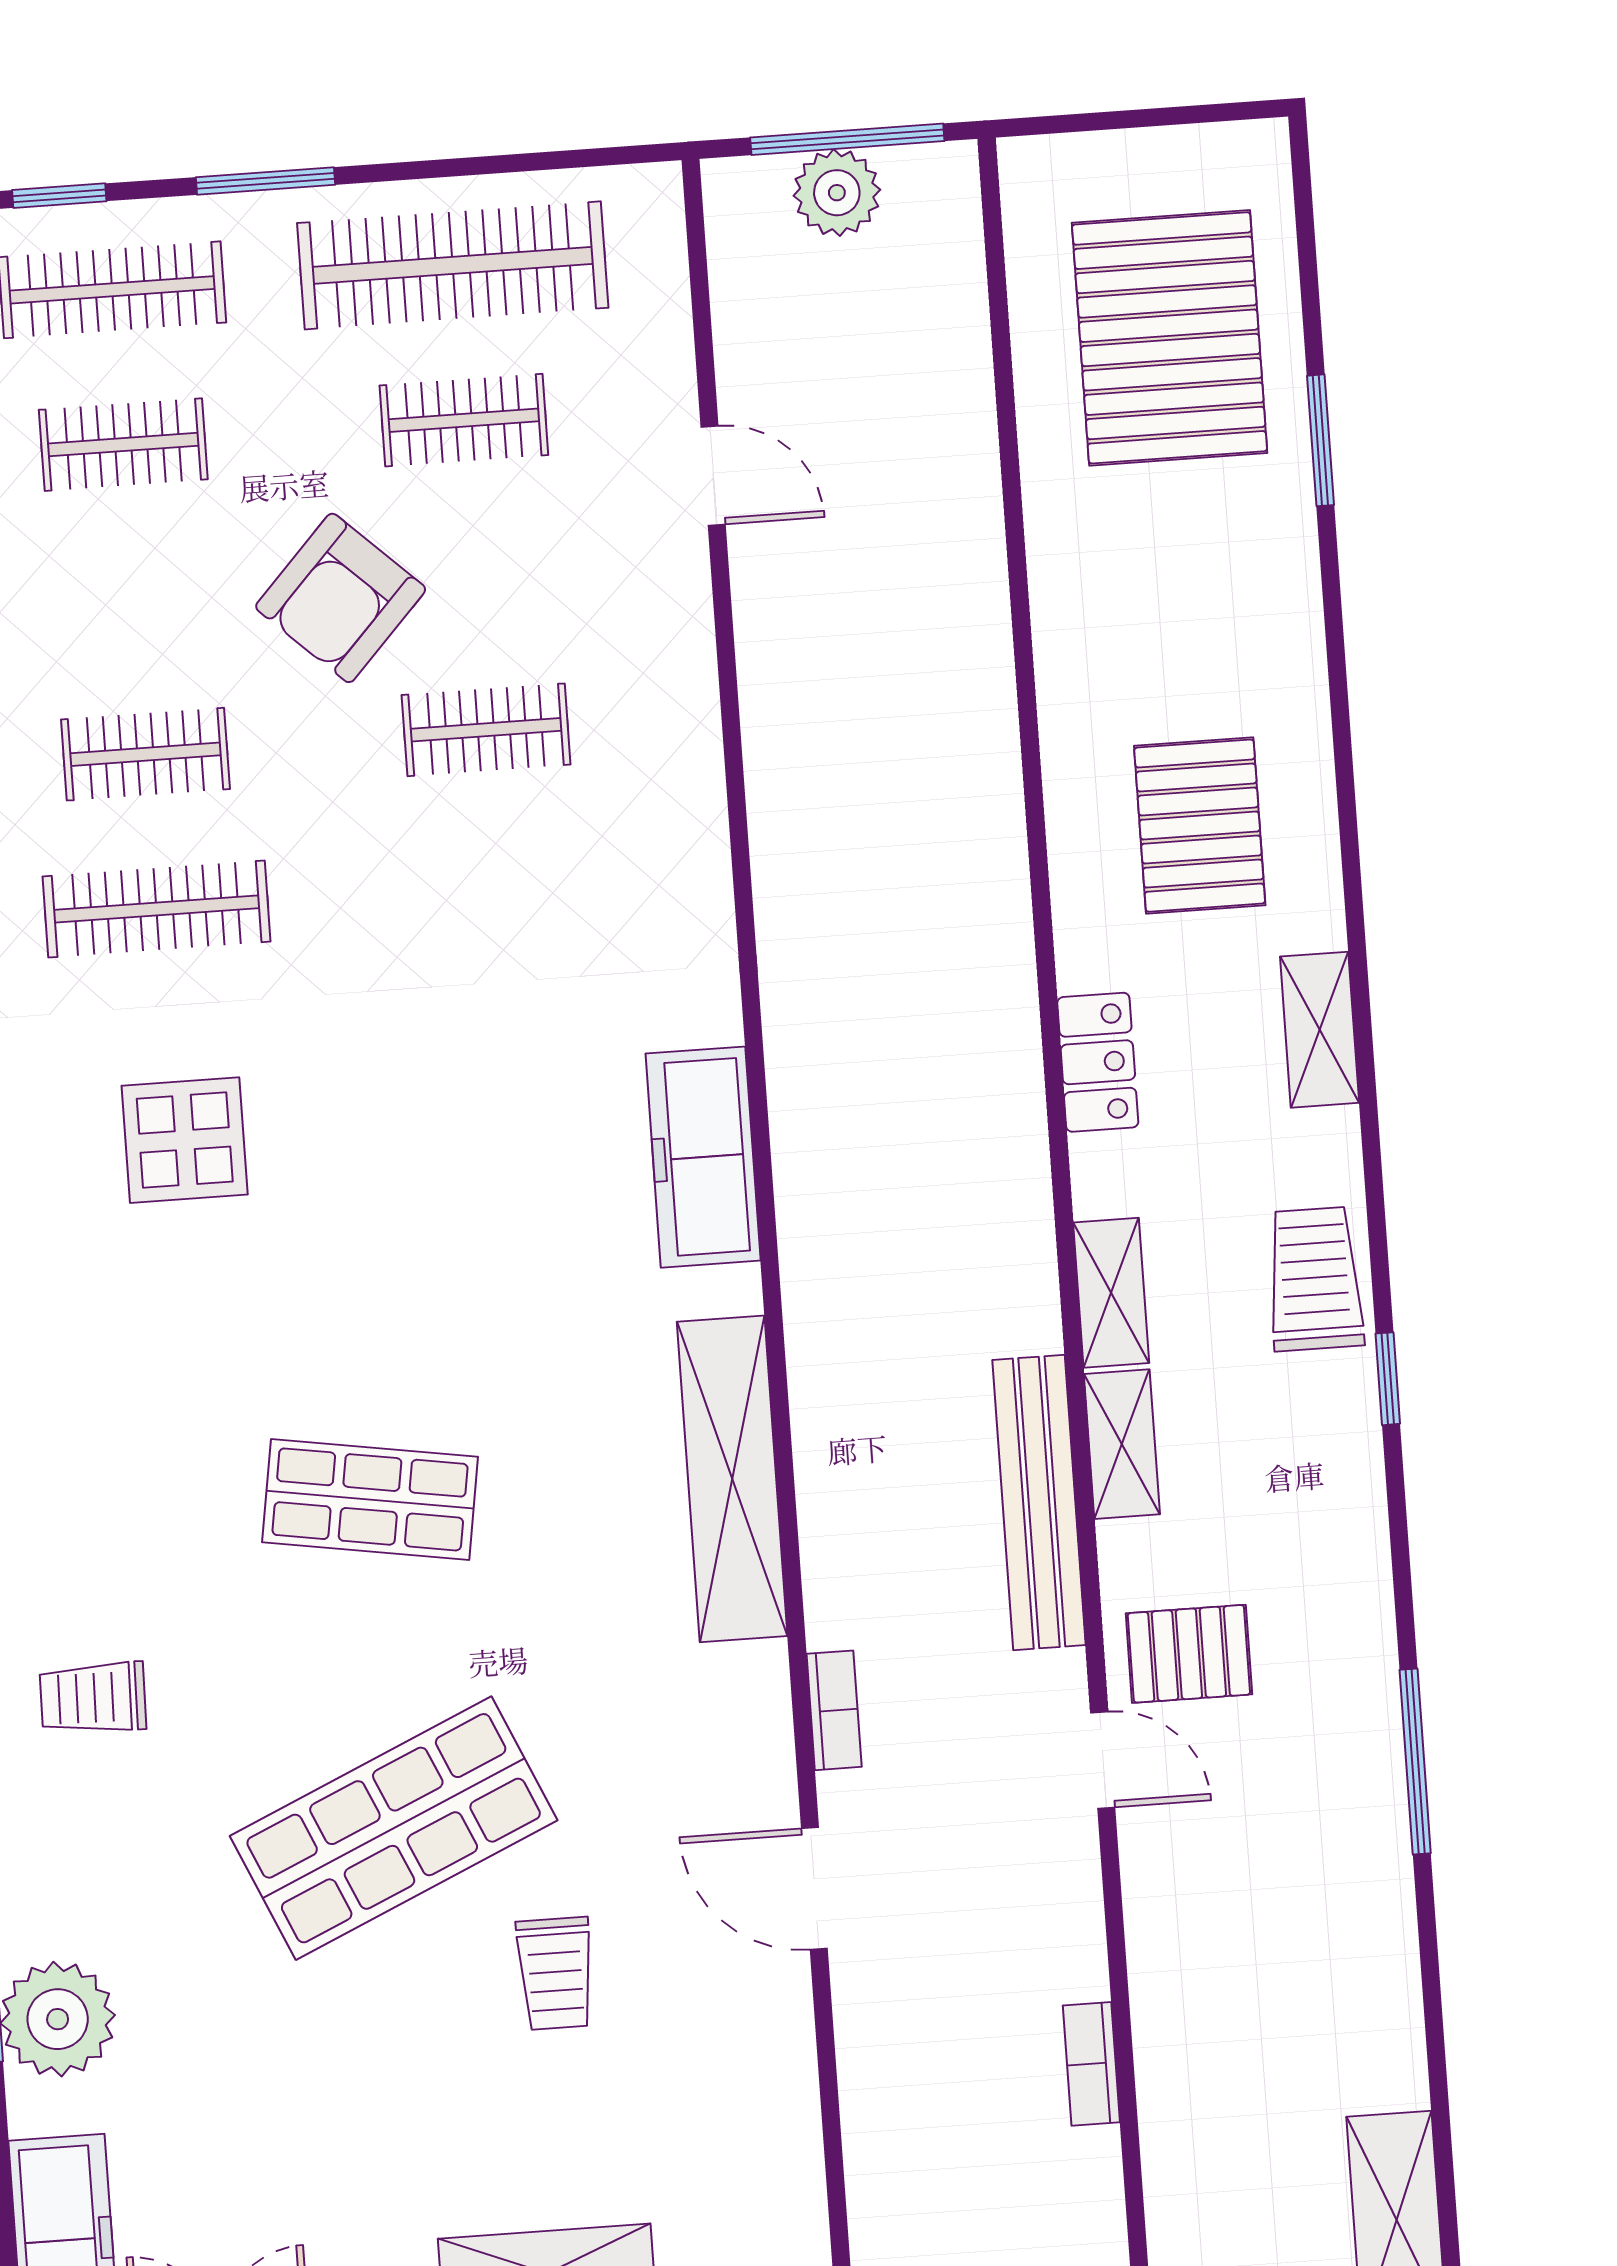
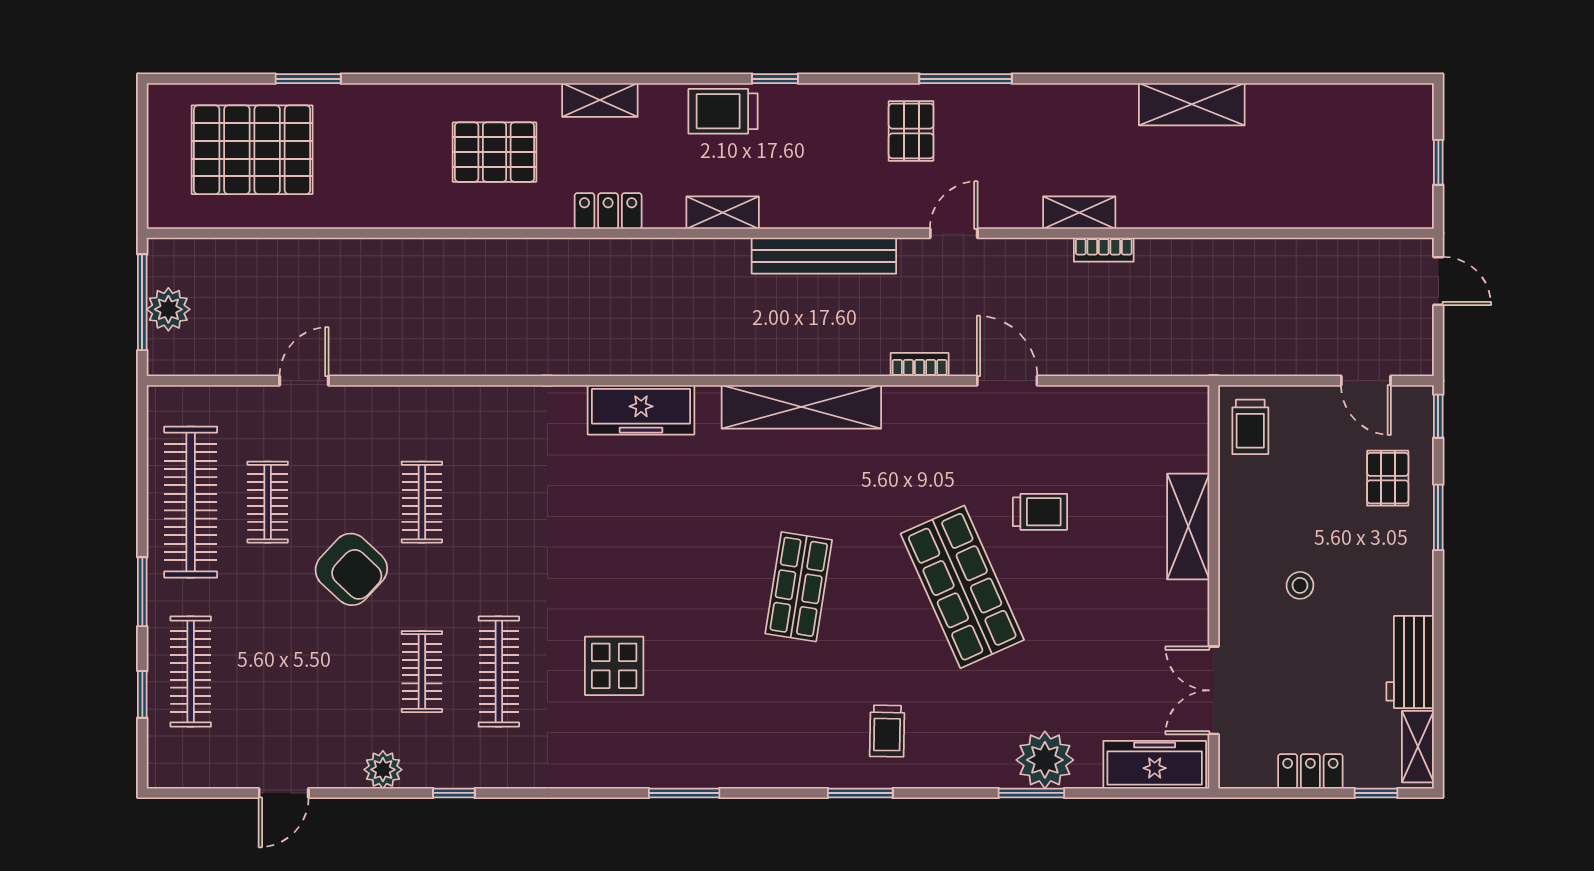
clothes rail: (123, 445) -> (268, 672), removed
shelving: (1122, 1444) -> (1079, 213), moved
pallet: (1189, 1654) -> (911, 131), moved
door: (814, 1888) -> (1007, 381), swing flipped

